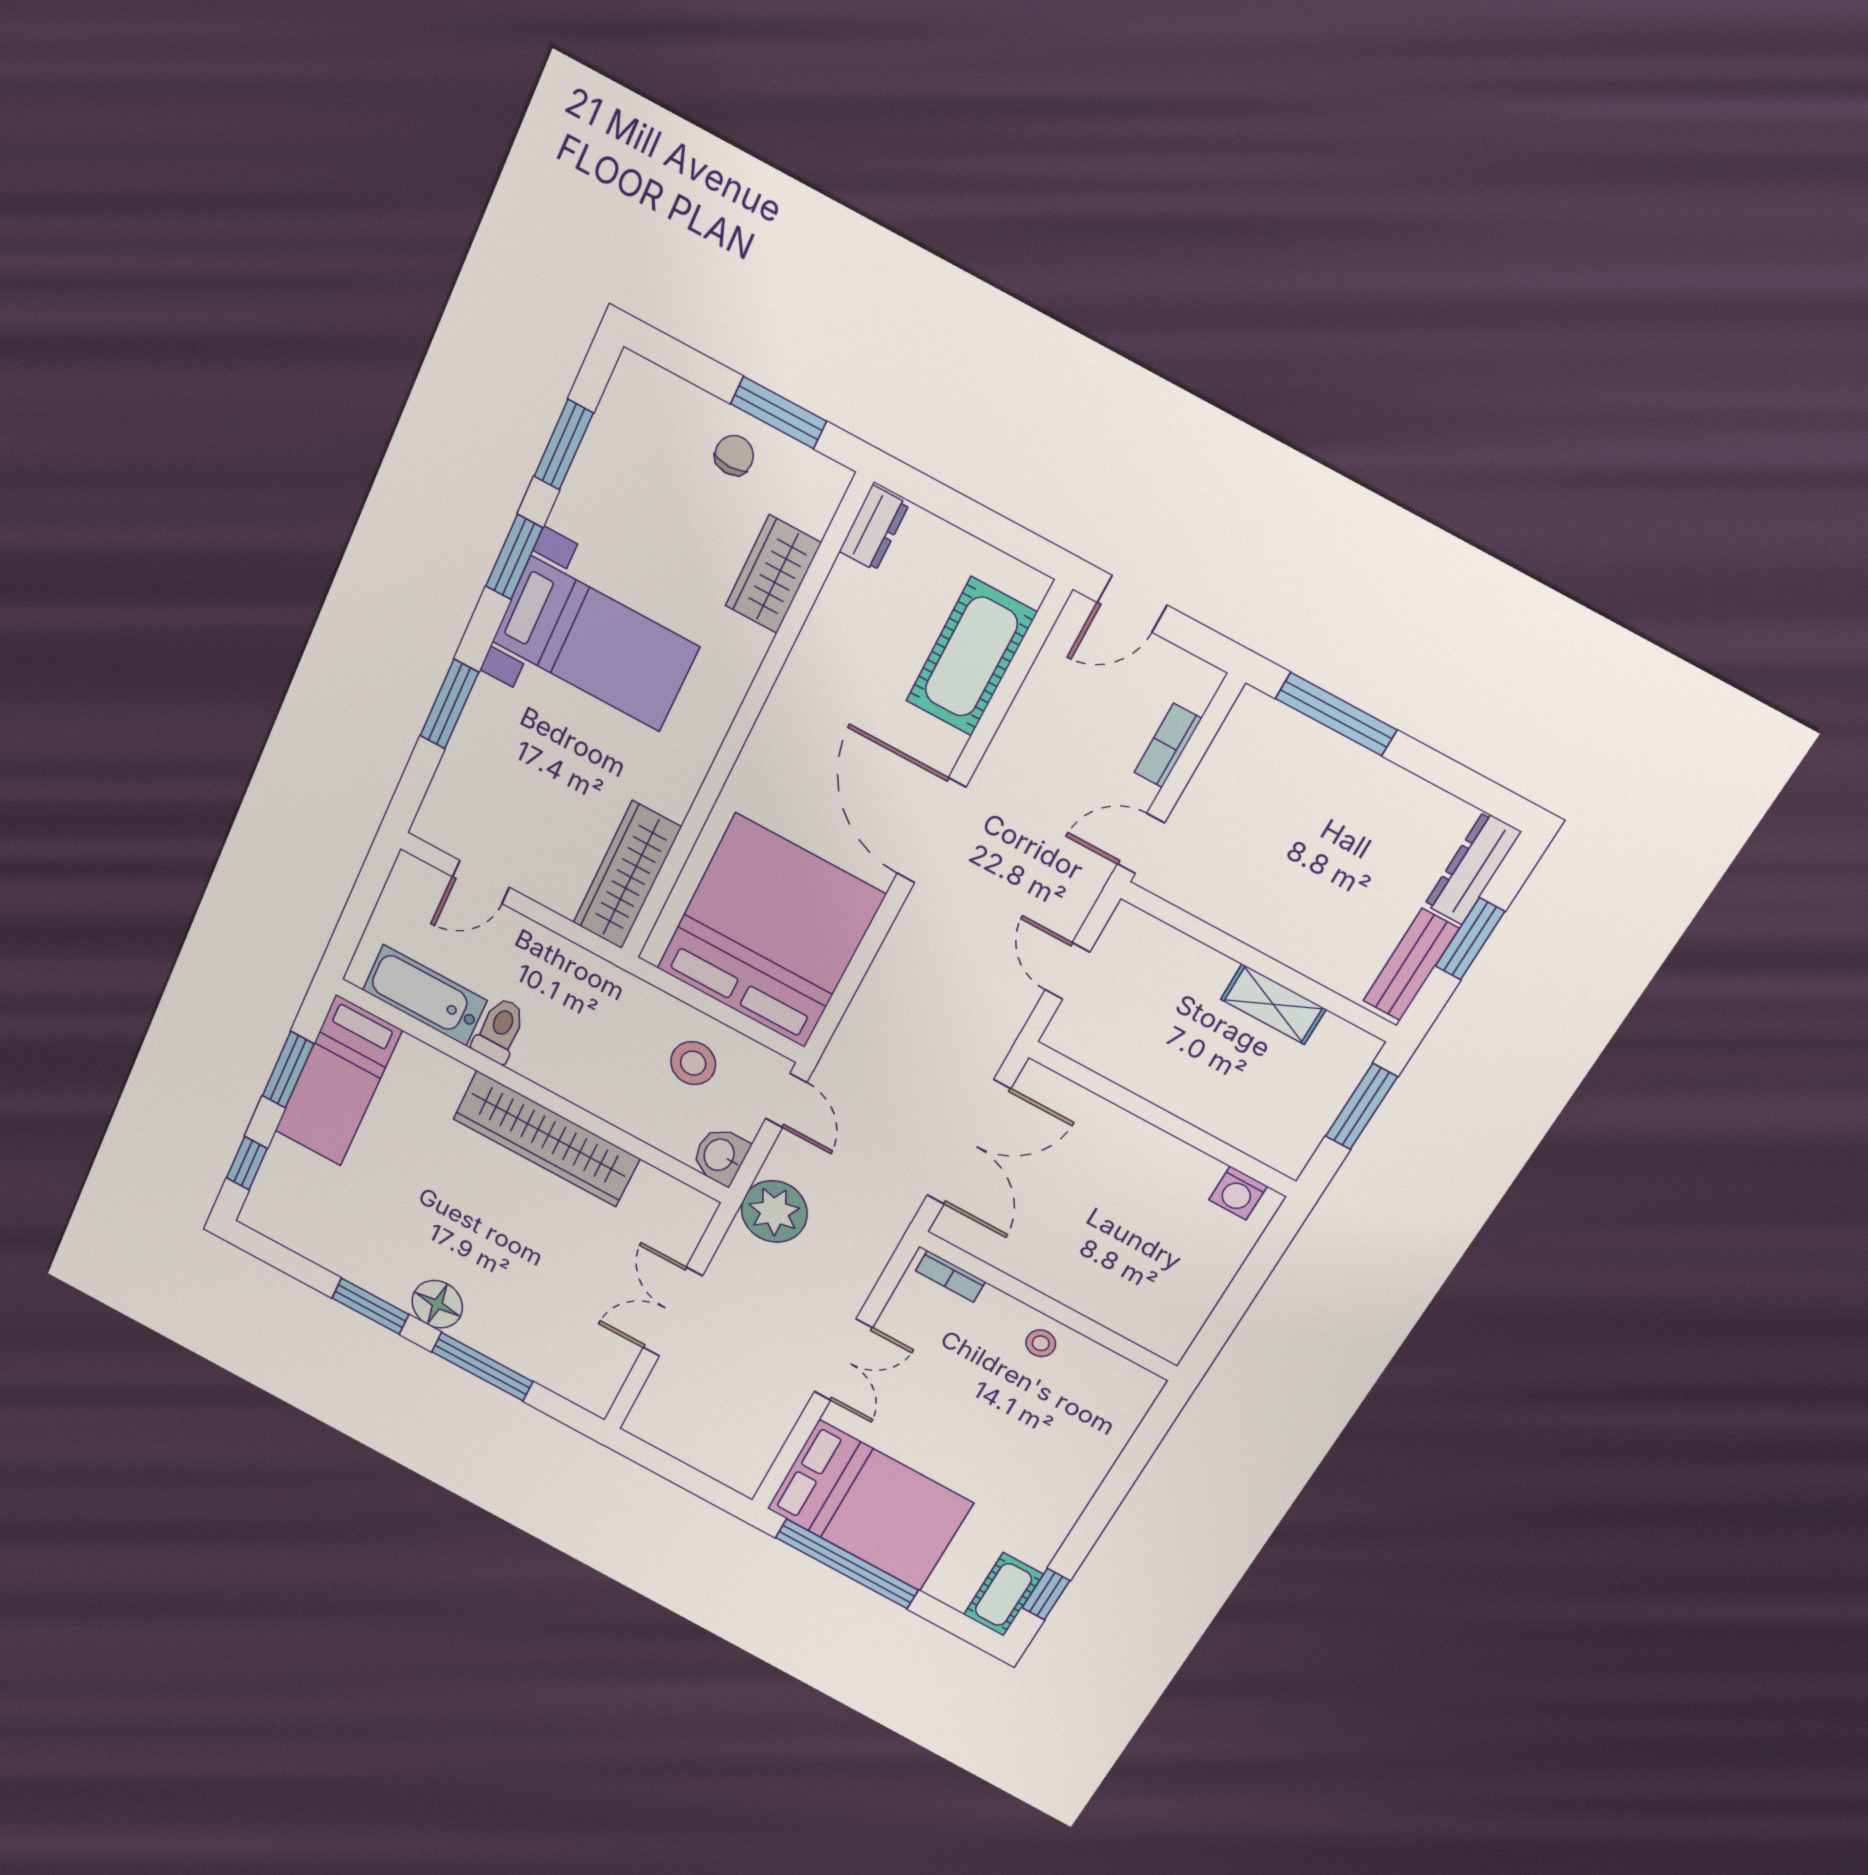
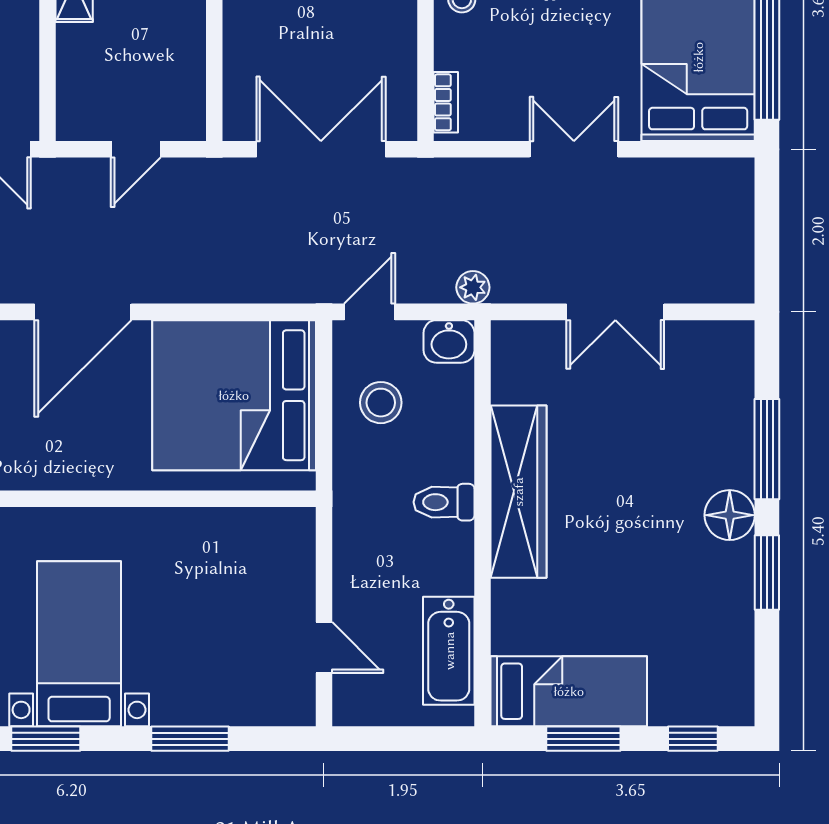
wardrobe: (627, 875) -> (252, 532), removed
toilet: (499, 1030) -> (444, 502), moved
plant: (774, 1211) -> (473, 287), width x0.53, depth x0.53

